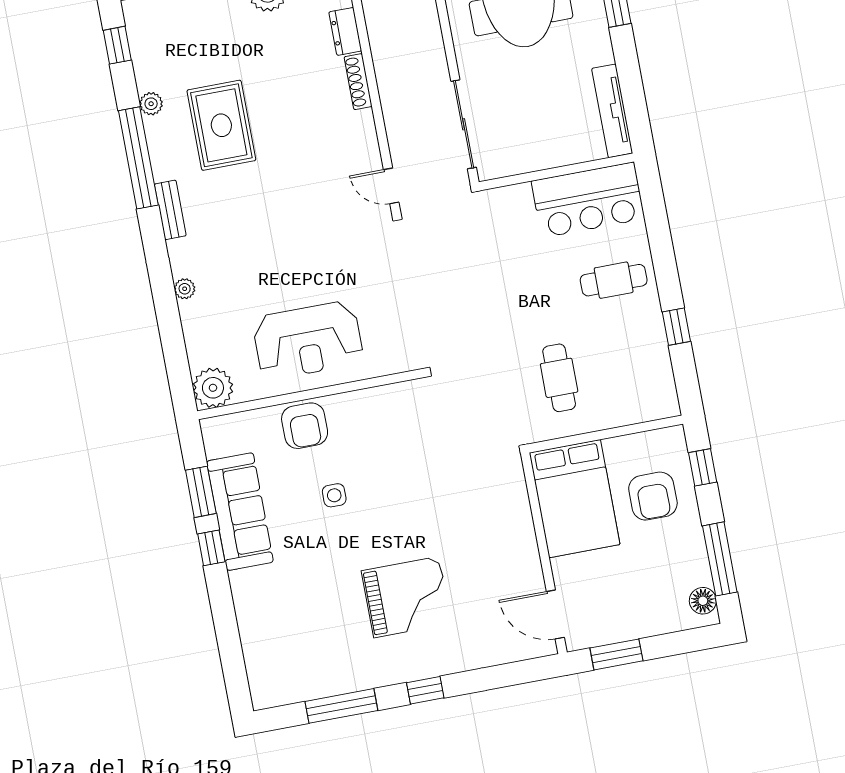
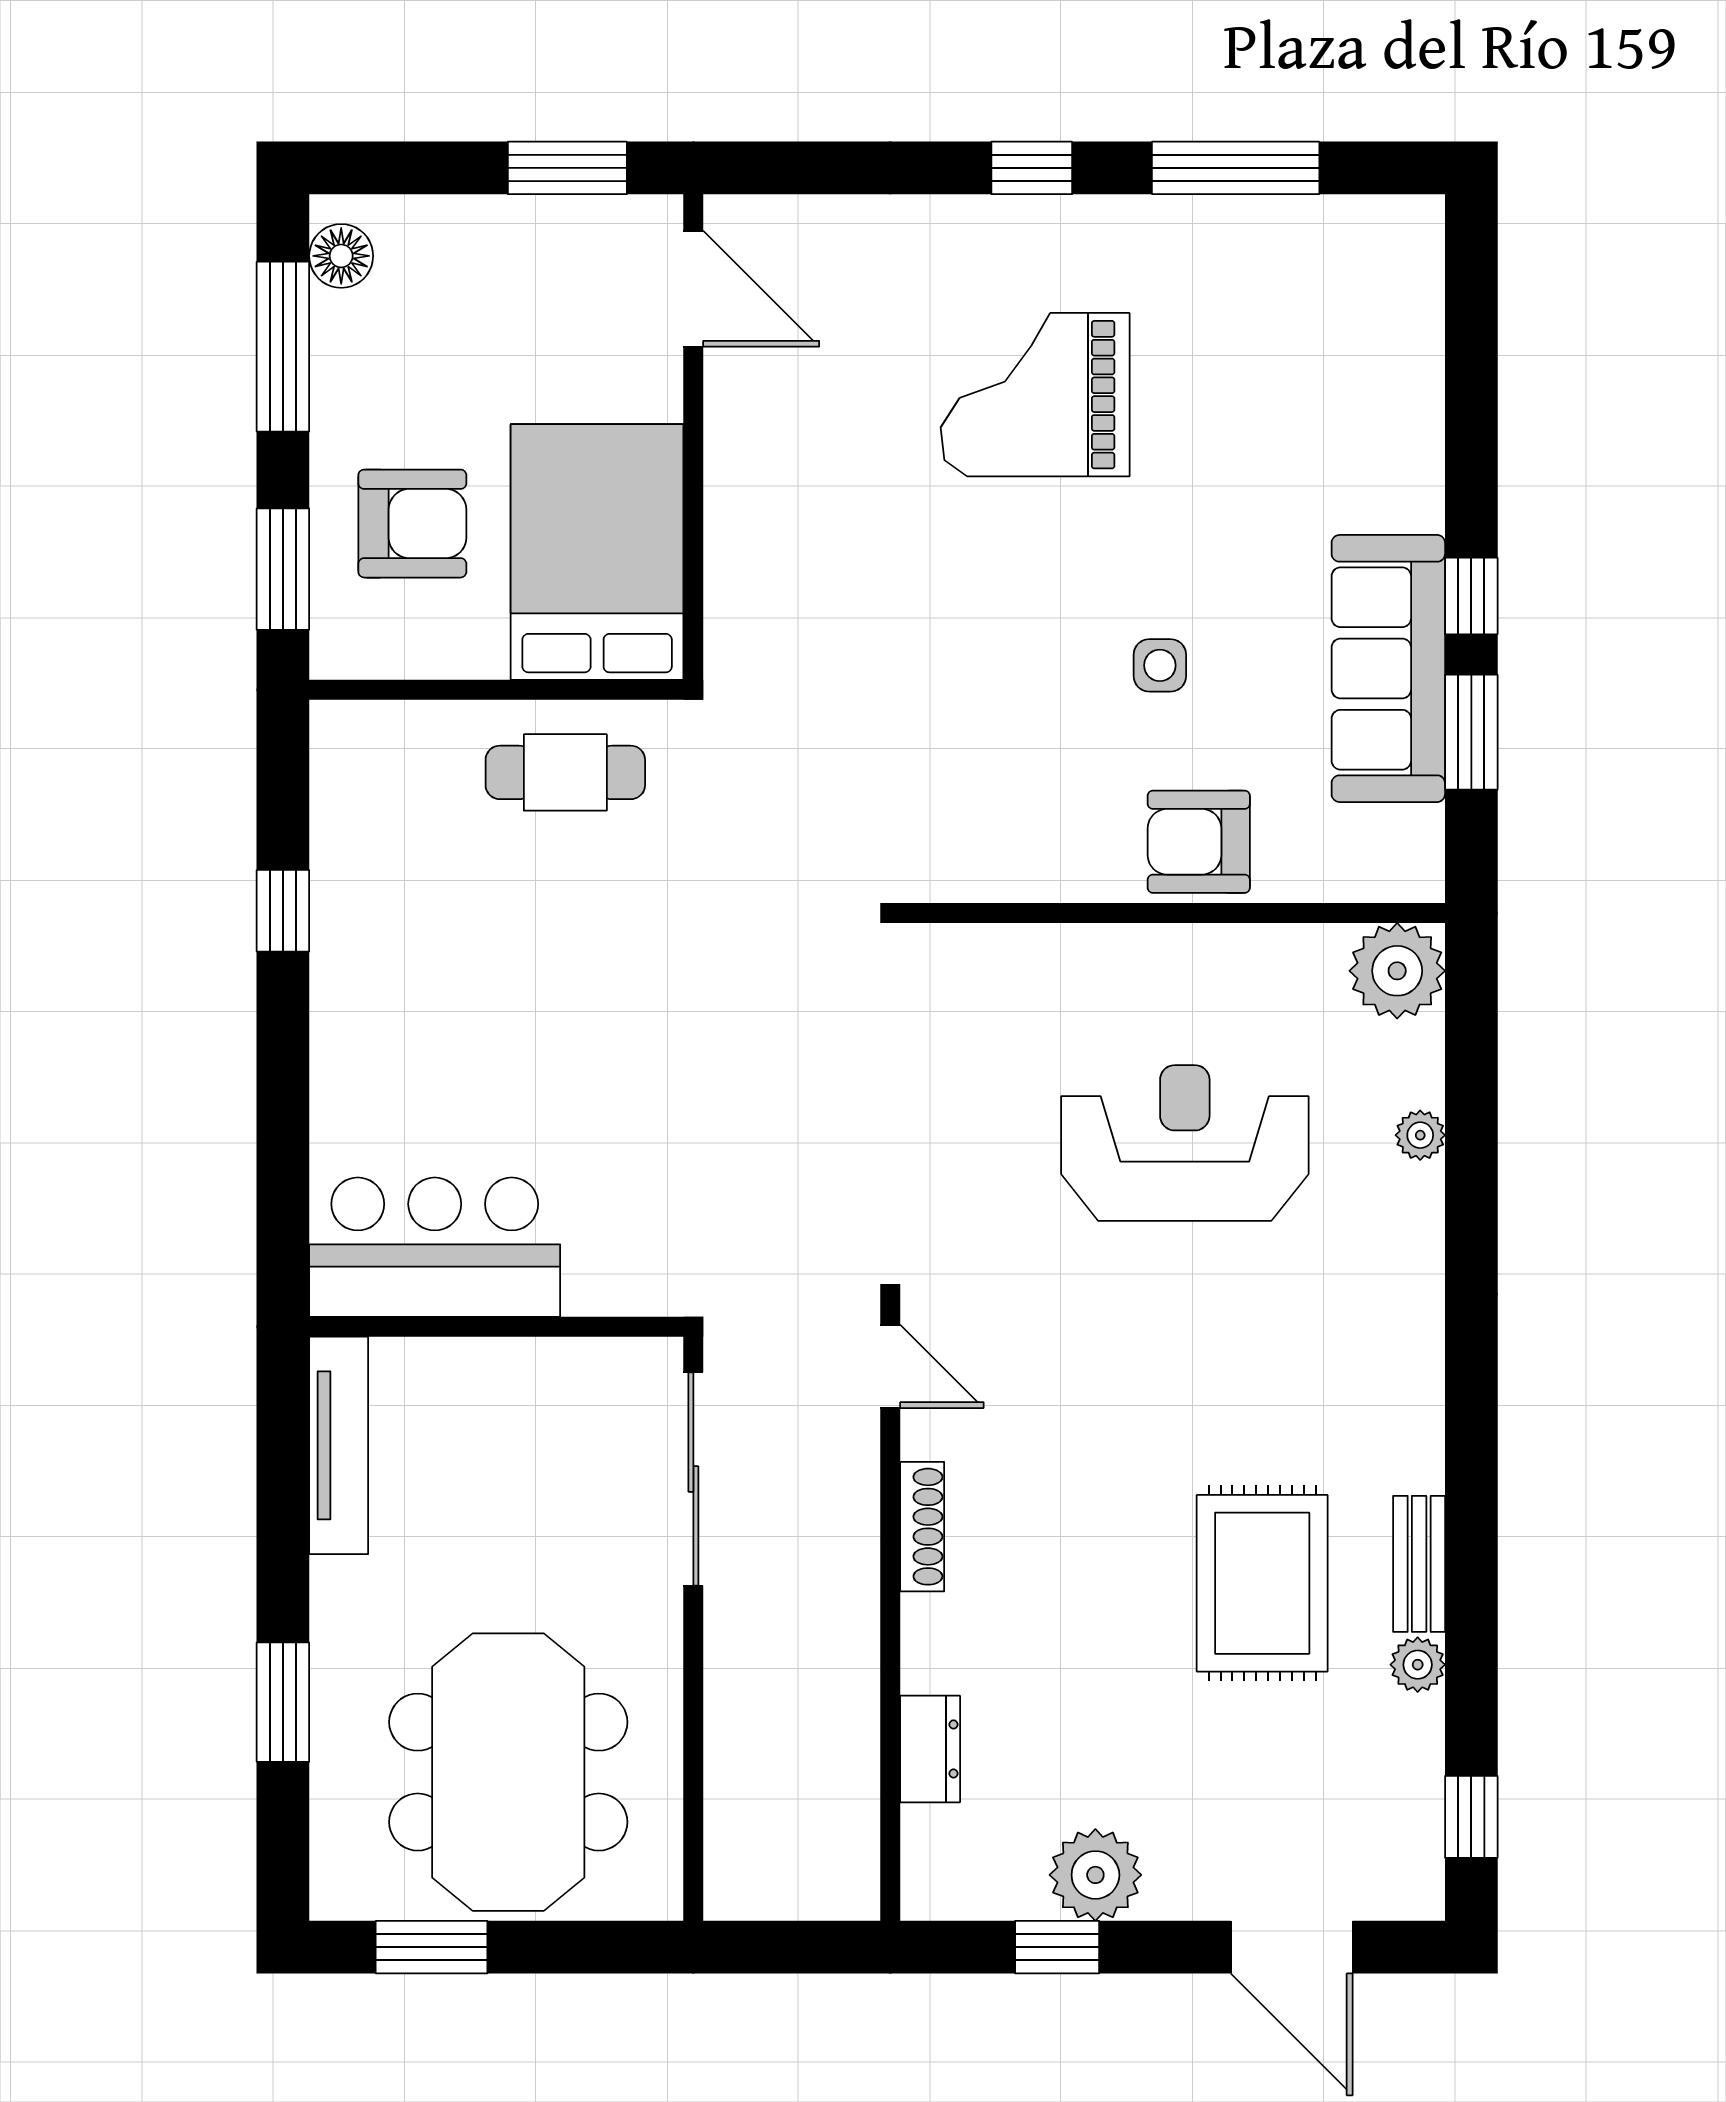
shoe rack: (358, 82) -> (922, 1527), moved
window: (138, 158) -> (1471, 1543), removed
bench: (170, 210) -> (1419, 1564), moved
cafe table: (614, 280) -> (410, 1047), removed
plant: (185, 289) -> (1420, 1135), moved
reception desk: (308, 340) -> (1185, 1143), moved
cafe table: (559, 378) -> (565, 772), moved, turned 90
armchair: (305, 426) -> (1199, 842), turned -90
window: (703, 467) -> (283, 569), width x1.50
armchair: (653, 496) -> (412, 524), turned 90

